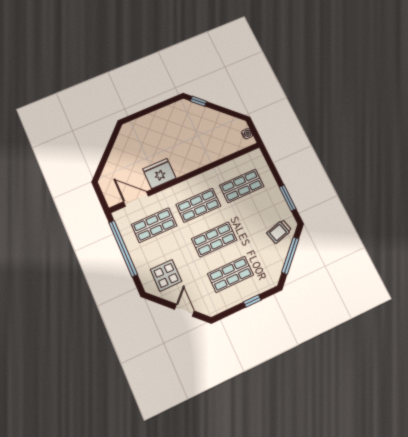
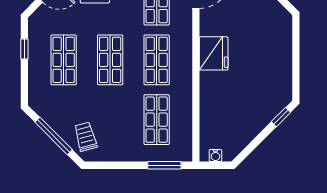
fridge: (159, 174) -> (214, 53), moved
window: (288, 198) -> (164, 165), moved
window: (252, 301) -> (24, 49), moved

